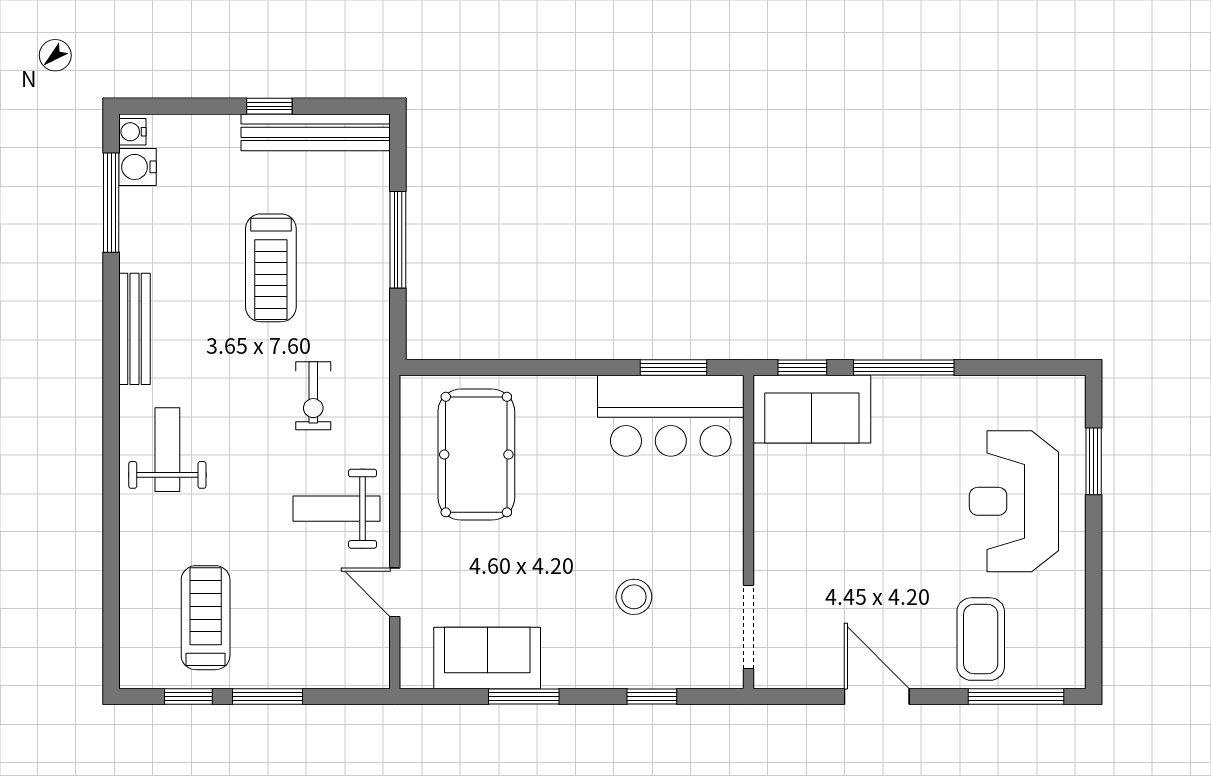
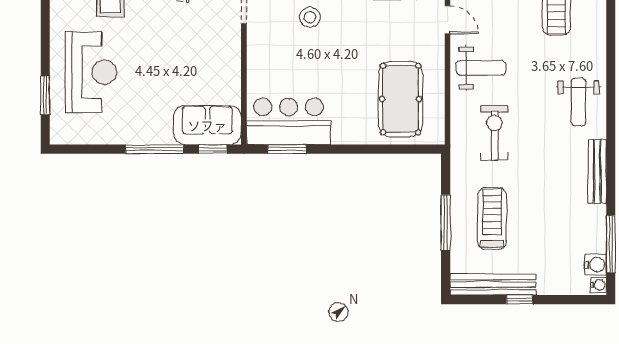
treadmill: (271, 268) -> (492, 219), moved
exercise bike: (313, 396) -> (494, 133), width x1.38, depth x1.39

